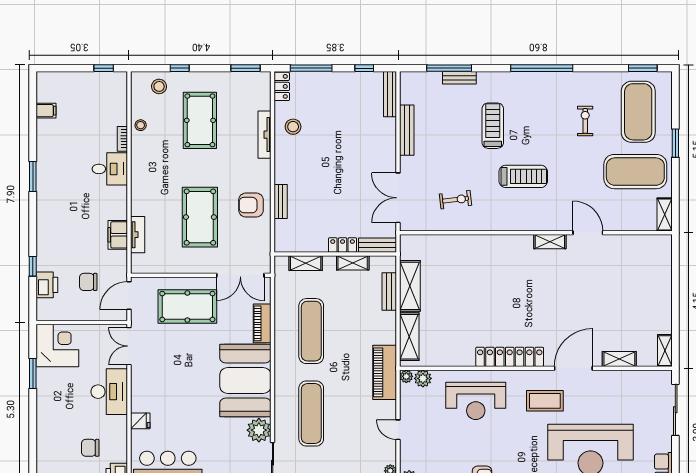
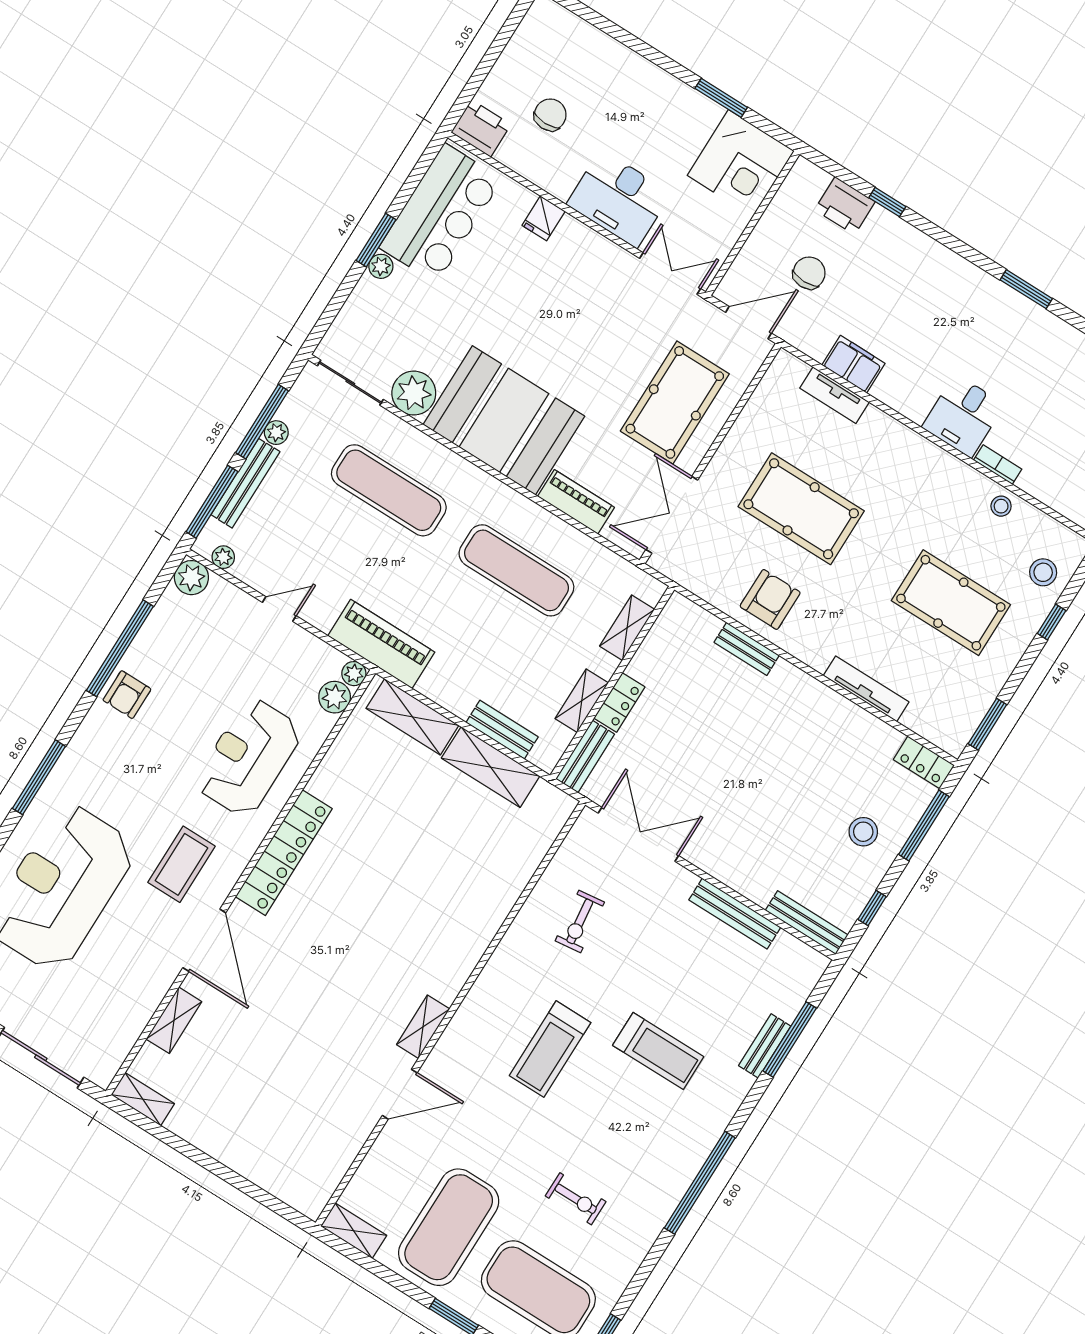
stool: (293, 127) -> (863, 832), moved
door: (129, 296) -> (749, 323), hinge flipped

